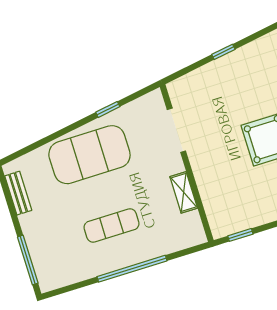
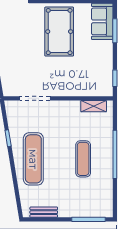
exercise mat: (89, 155) -> (33, 159), width x0.68
shelving: (184, 192) -> (94, 106), moved

